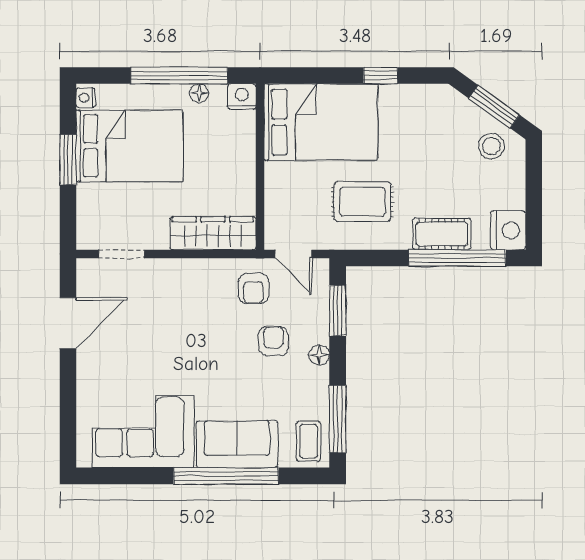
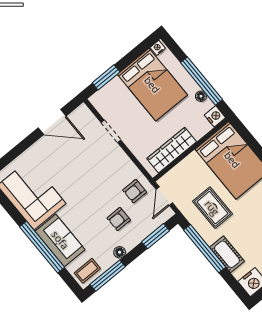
window: (68, 160) -> (106, 77), moved
wardrobe: (213, 233) -> (172, 150), moved, turned -90
doorway: (121, 254) -> (111, 131), moved
window: (457, 258) -> (205, 249), moved
armchair: (273, 341) -> (119, 219), turned 180
floor lamp: (319, 355) -> (120, 252), moved

